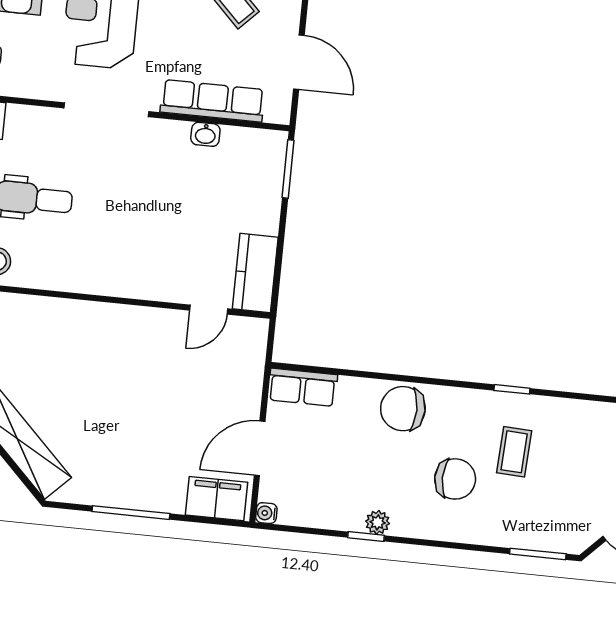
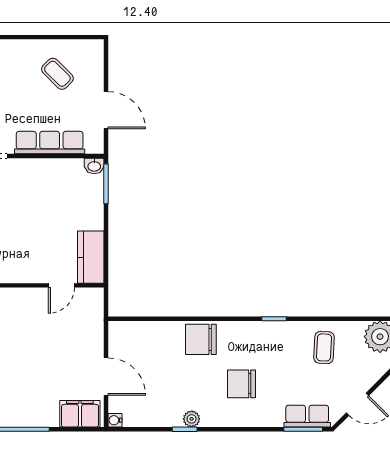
washbasin: (205, 134) -> (94, 166), moved
row of seats: (303, 387) -> (307, 416), moved, turned 180
door: (260, 448) -> (106, 377), swing flipped
coffee table: (514, 452) -> (324, 347), moved
chair: (455, 479) -> (241, 384), turned 180

